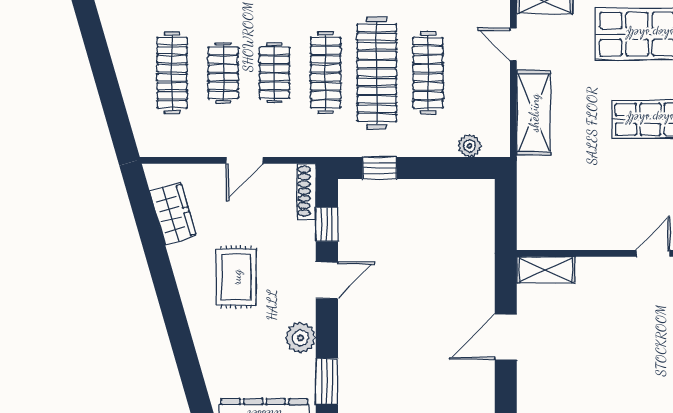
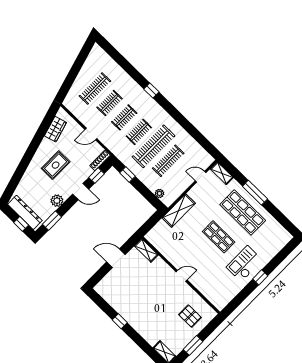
door: (513, 44) -> (201, 177), hinge flipped
clothes rail: (326, 73) -> (139, 132), width x0.73
shelving: (534, 113) -> (179, 211), moved

